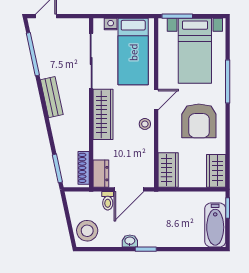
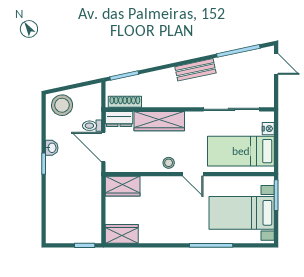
wardrobe: (103, 114) -> (159, 121), moved
armchair: (199, 121) -> (172, 217), removed
bathtub: (215, 225) -> (68, 233), removed

